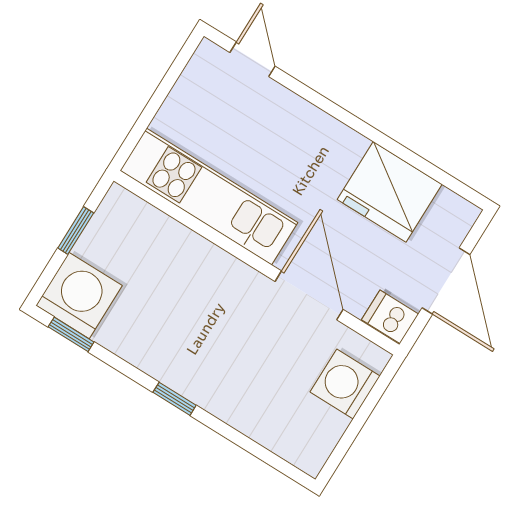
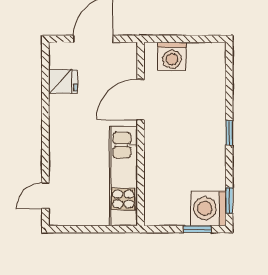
fridge: (390, 192) -> (63, 81), width x0.53, depth x0.75
window: (76, 231) -> (197, 229), moved
dishwasher: (390, 317) -> (127, 55), removed

